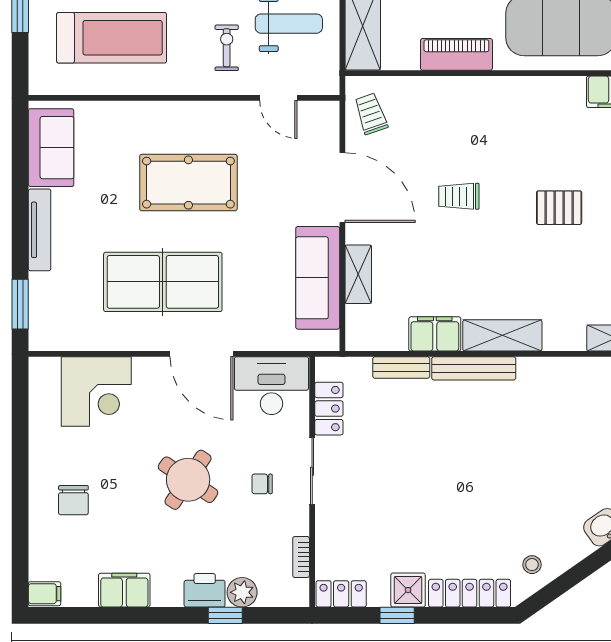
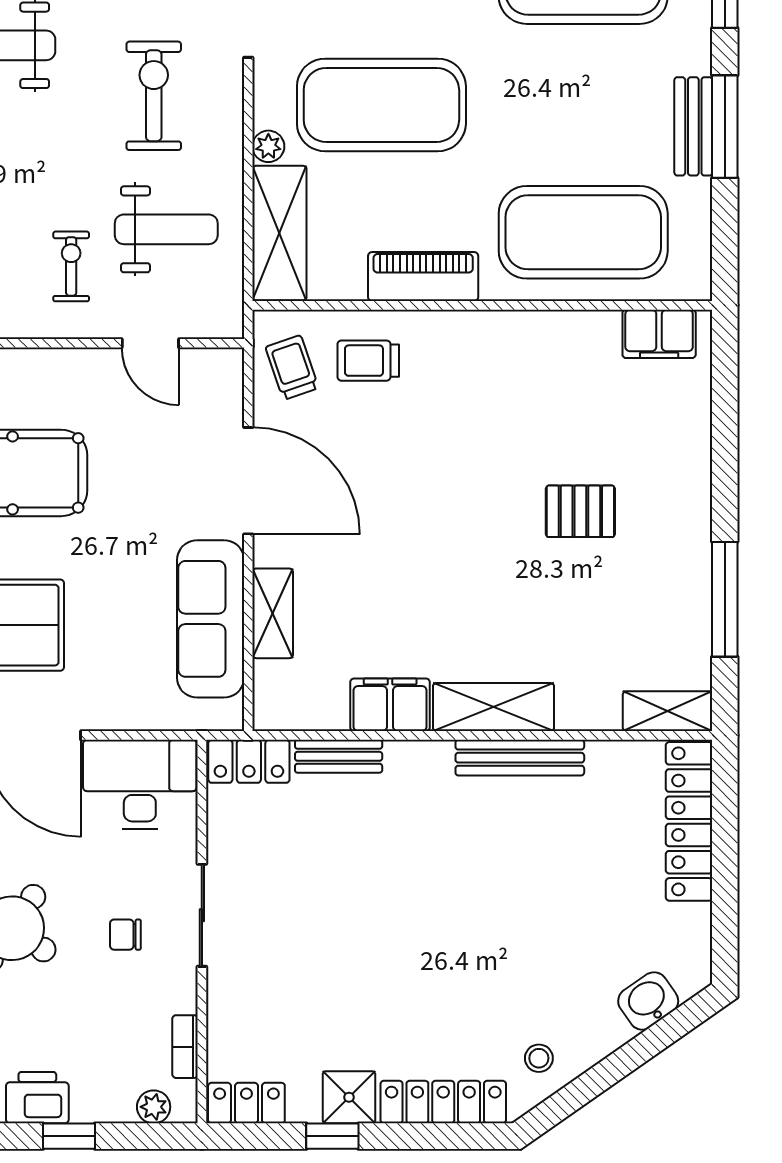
trolley: (459, 196) -> (368, 361), moved
bench: (474, 368) -> (520, 758), moved
locker: (329, 409) -> (249, 761), moved, turned 90
plant: (242, 592) -> (154, 1107), moved, width x0.73, depth x0.73

